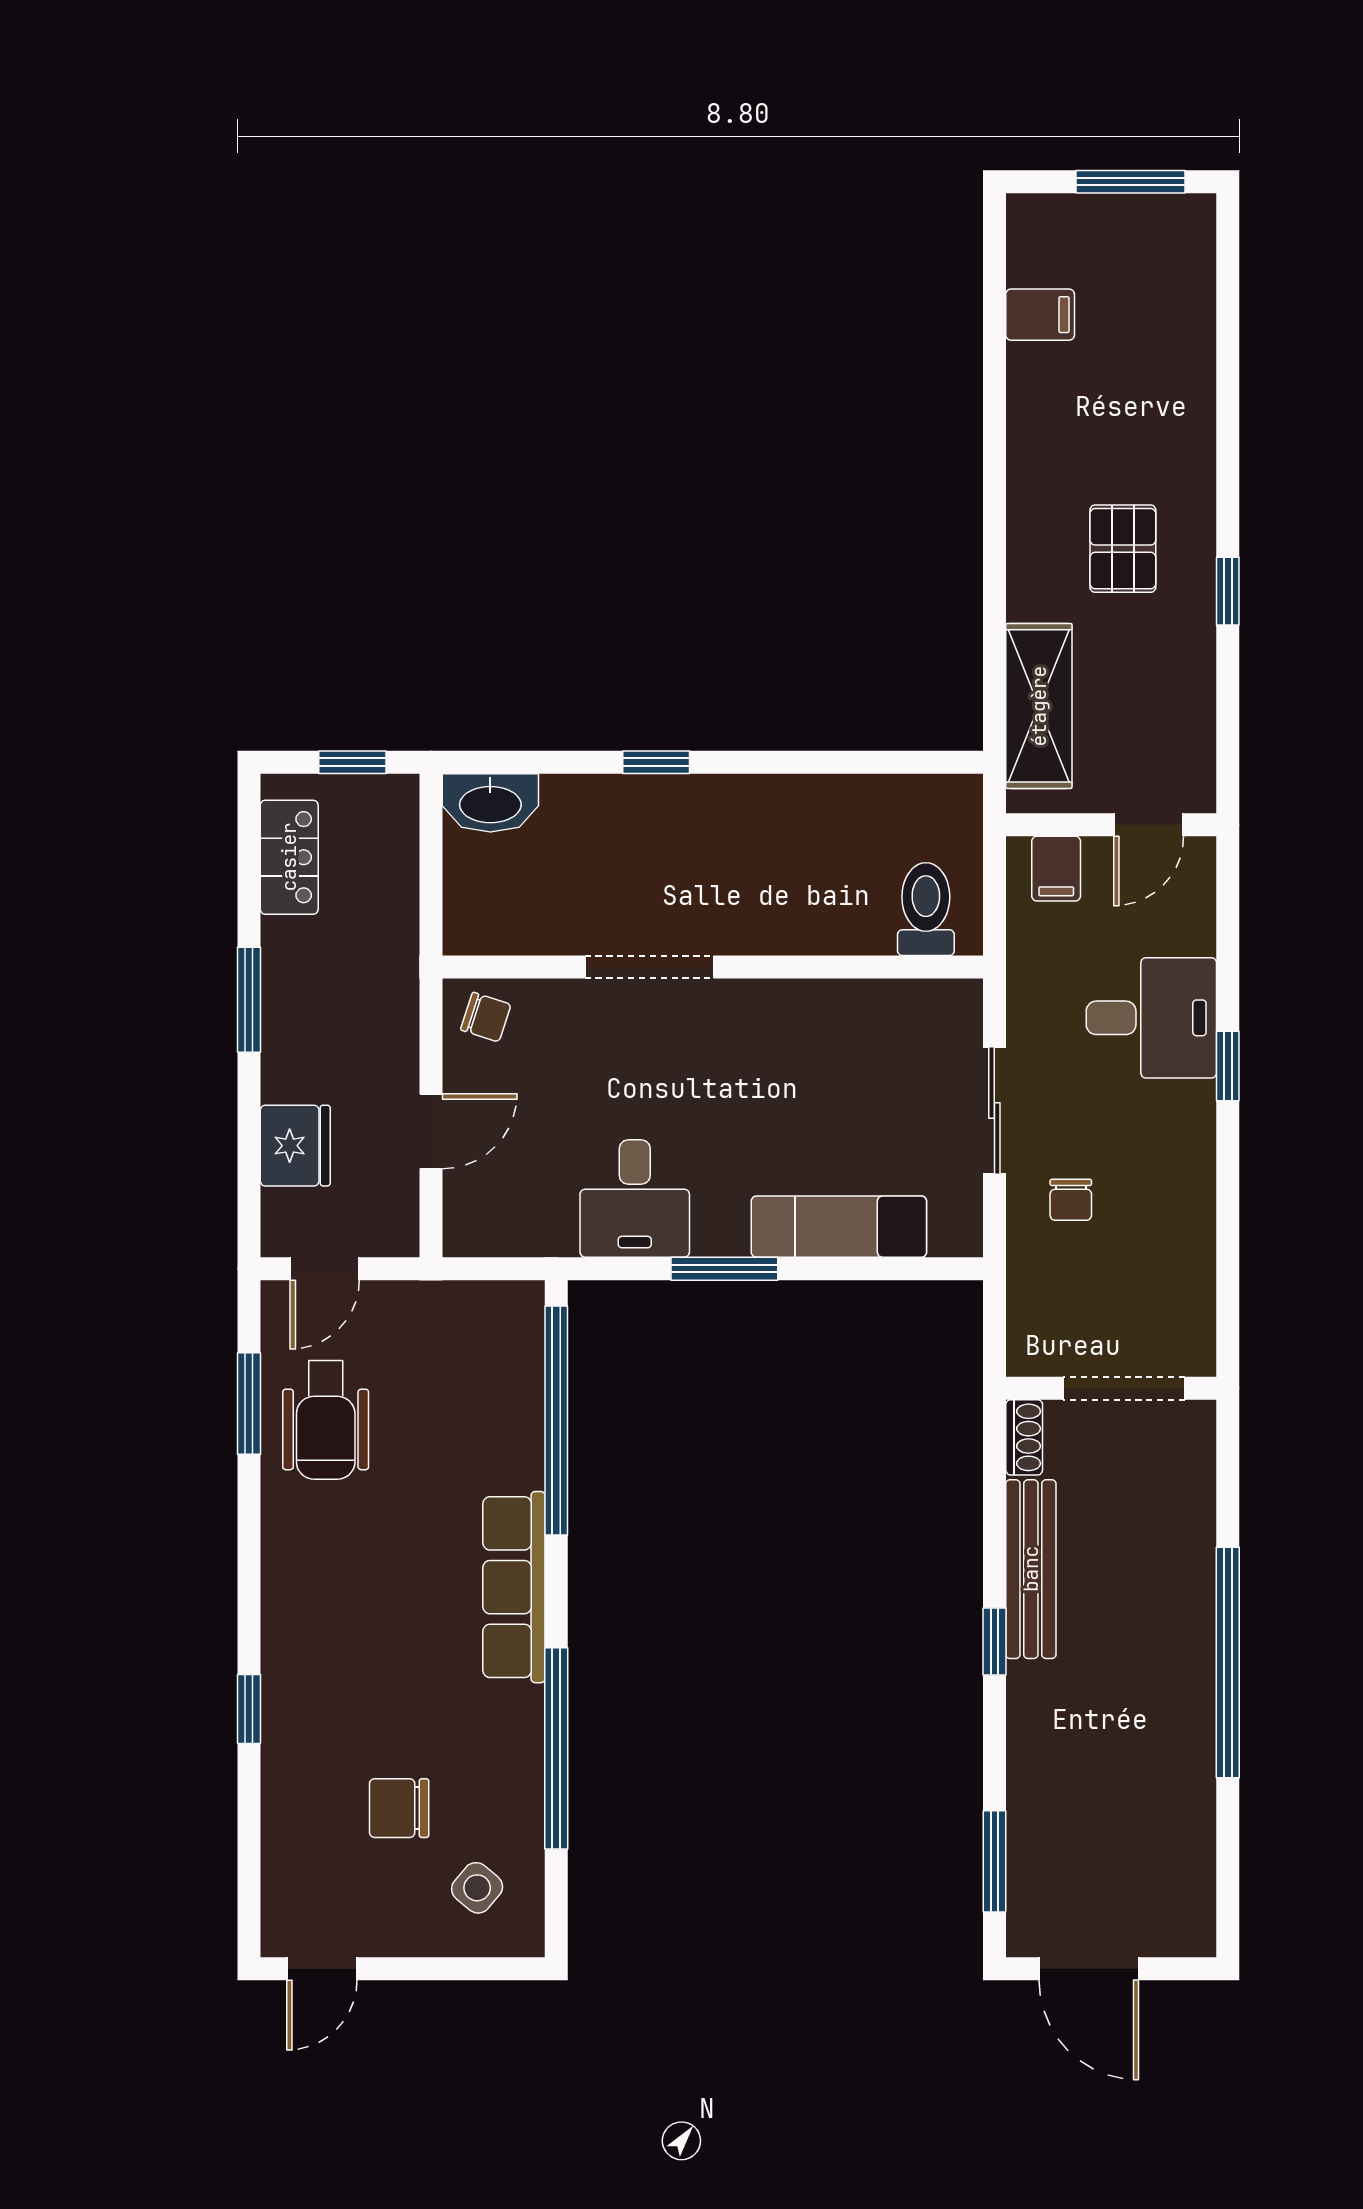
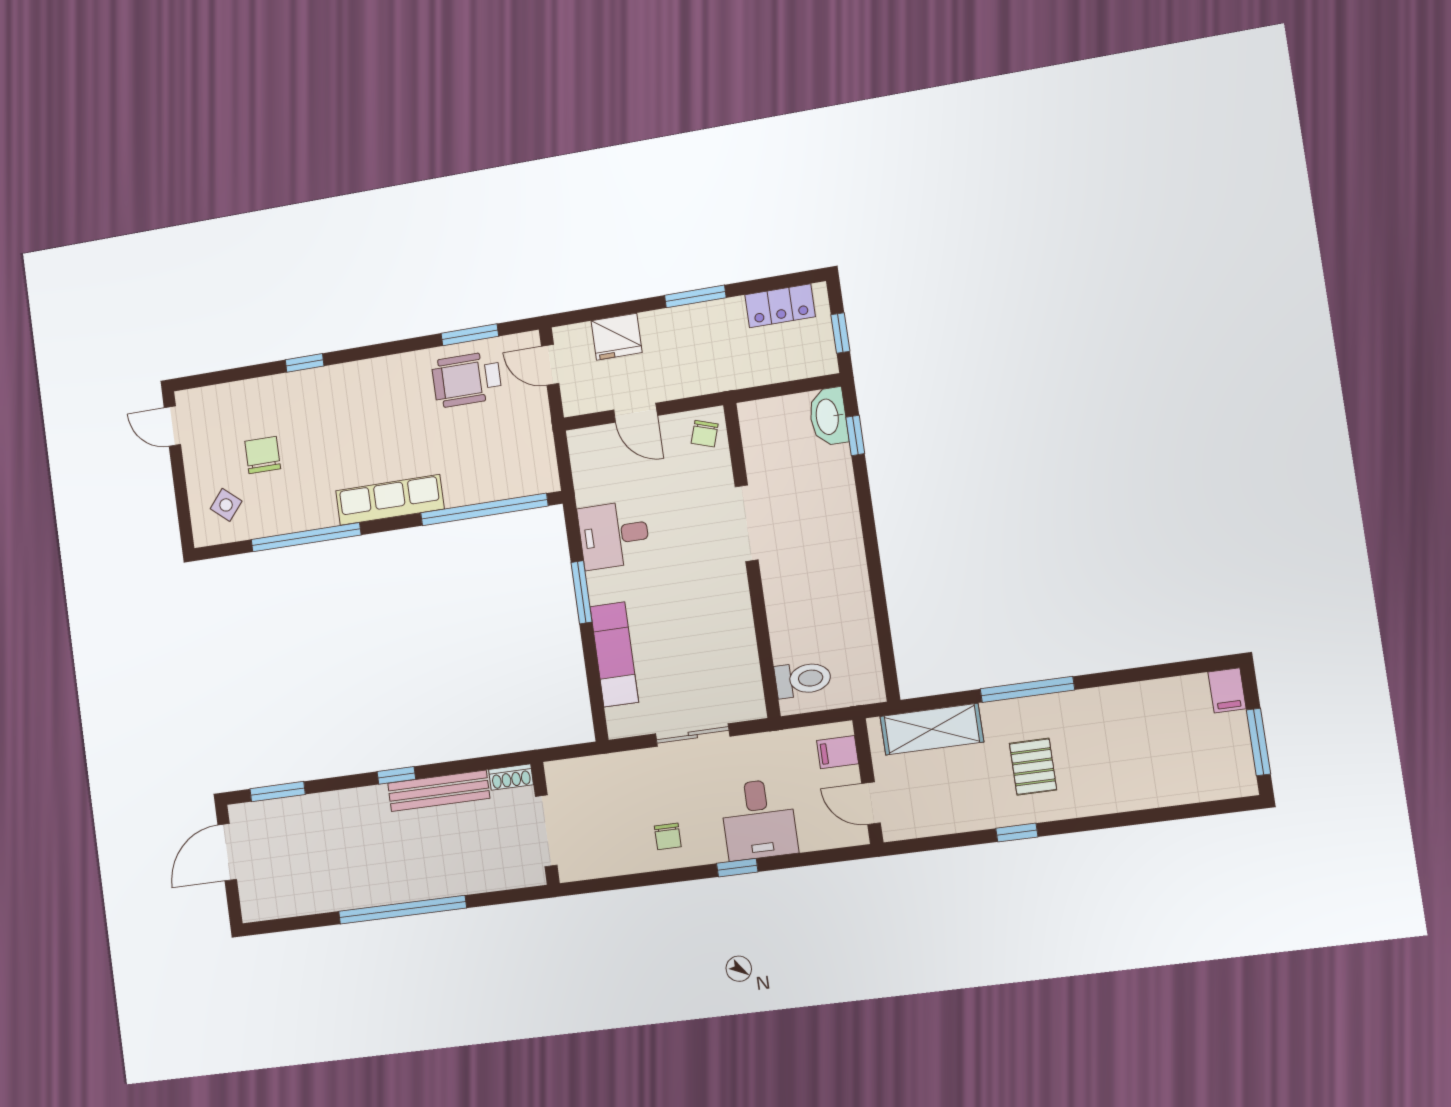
filing cabinet: (1040, 315) -> (1227, 690), moved
window: (994, 539) -> (1027, 689), added
pallet: (1123, 549) -> (1033, 767), turned 90
window: (656, 762) -> (855, 435), moved
chair: (1071, 1200) -> (668, 836), moved, turned -90

